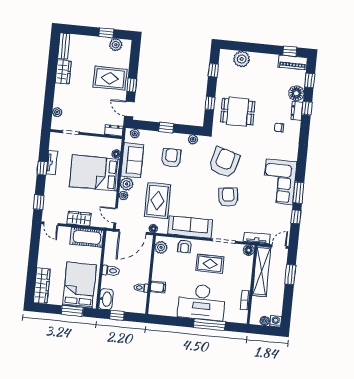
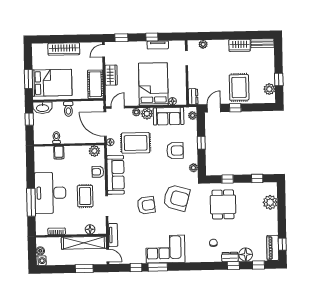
floor lamp: (249, 250) -> (90, 229), moved
wardrobe: (42, 286) -> (64, 49), moved

